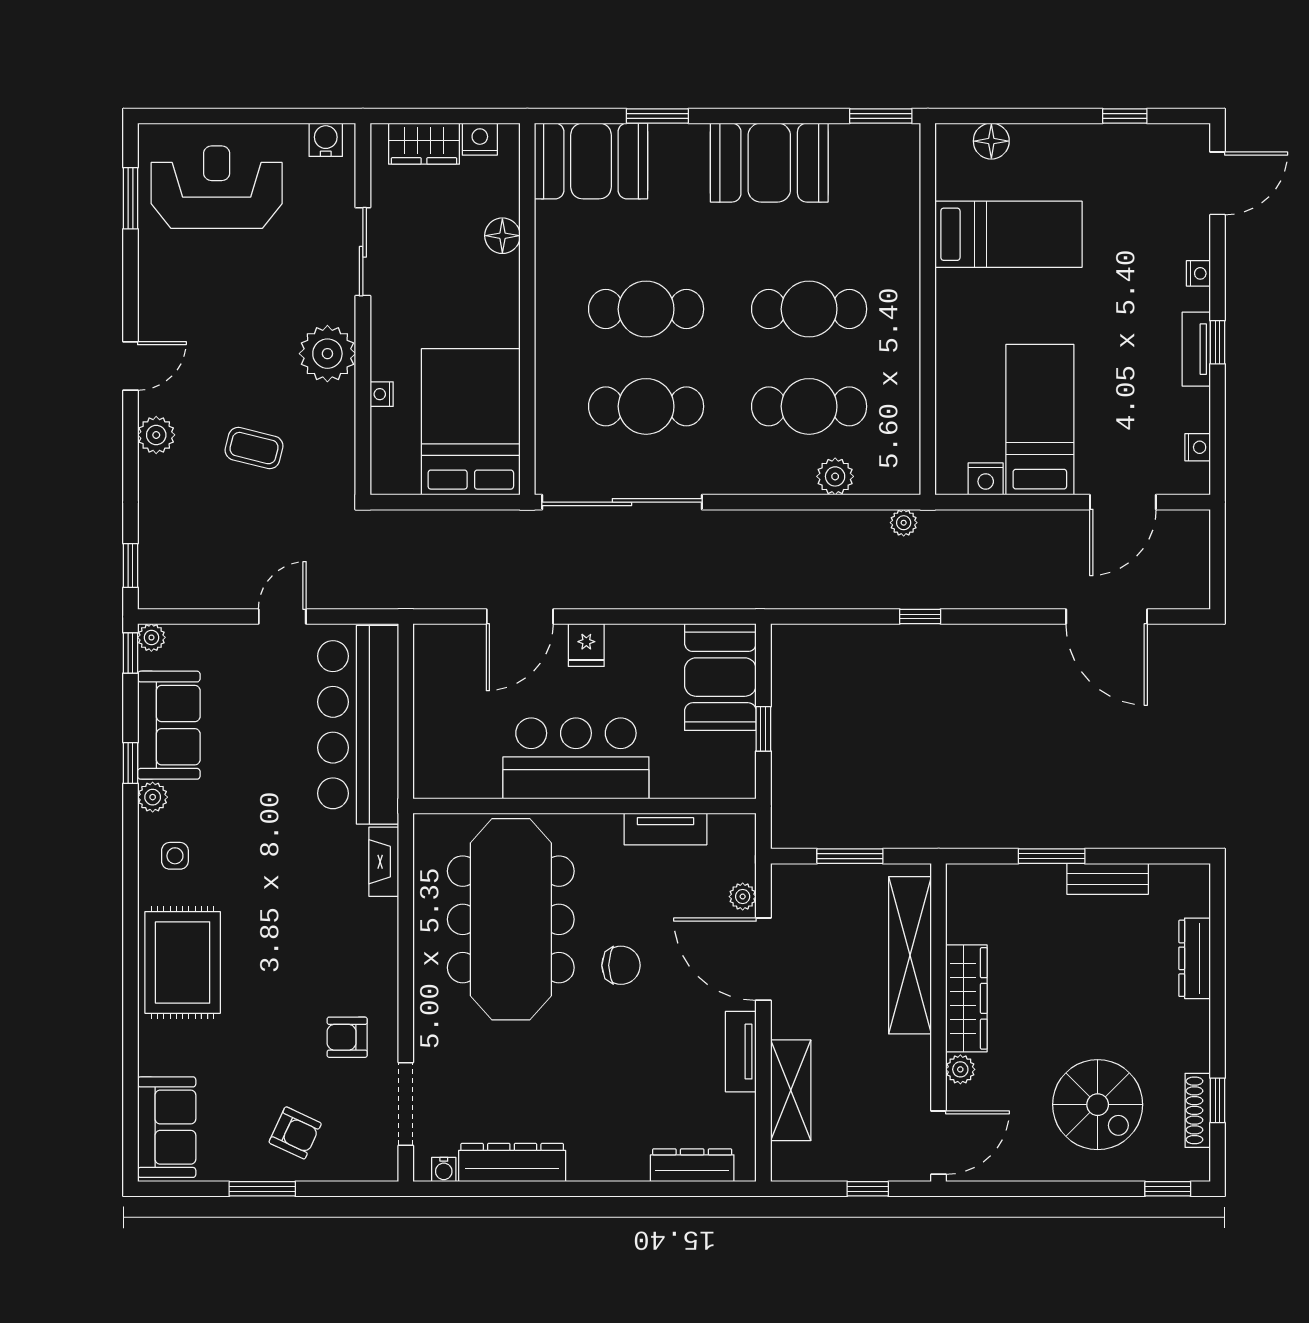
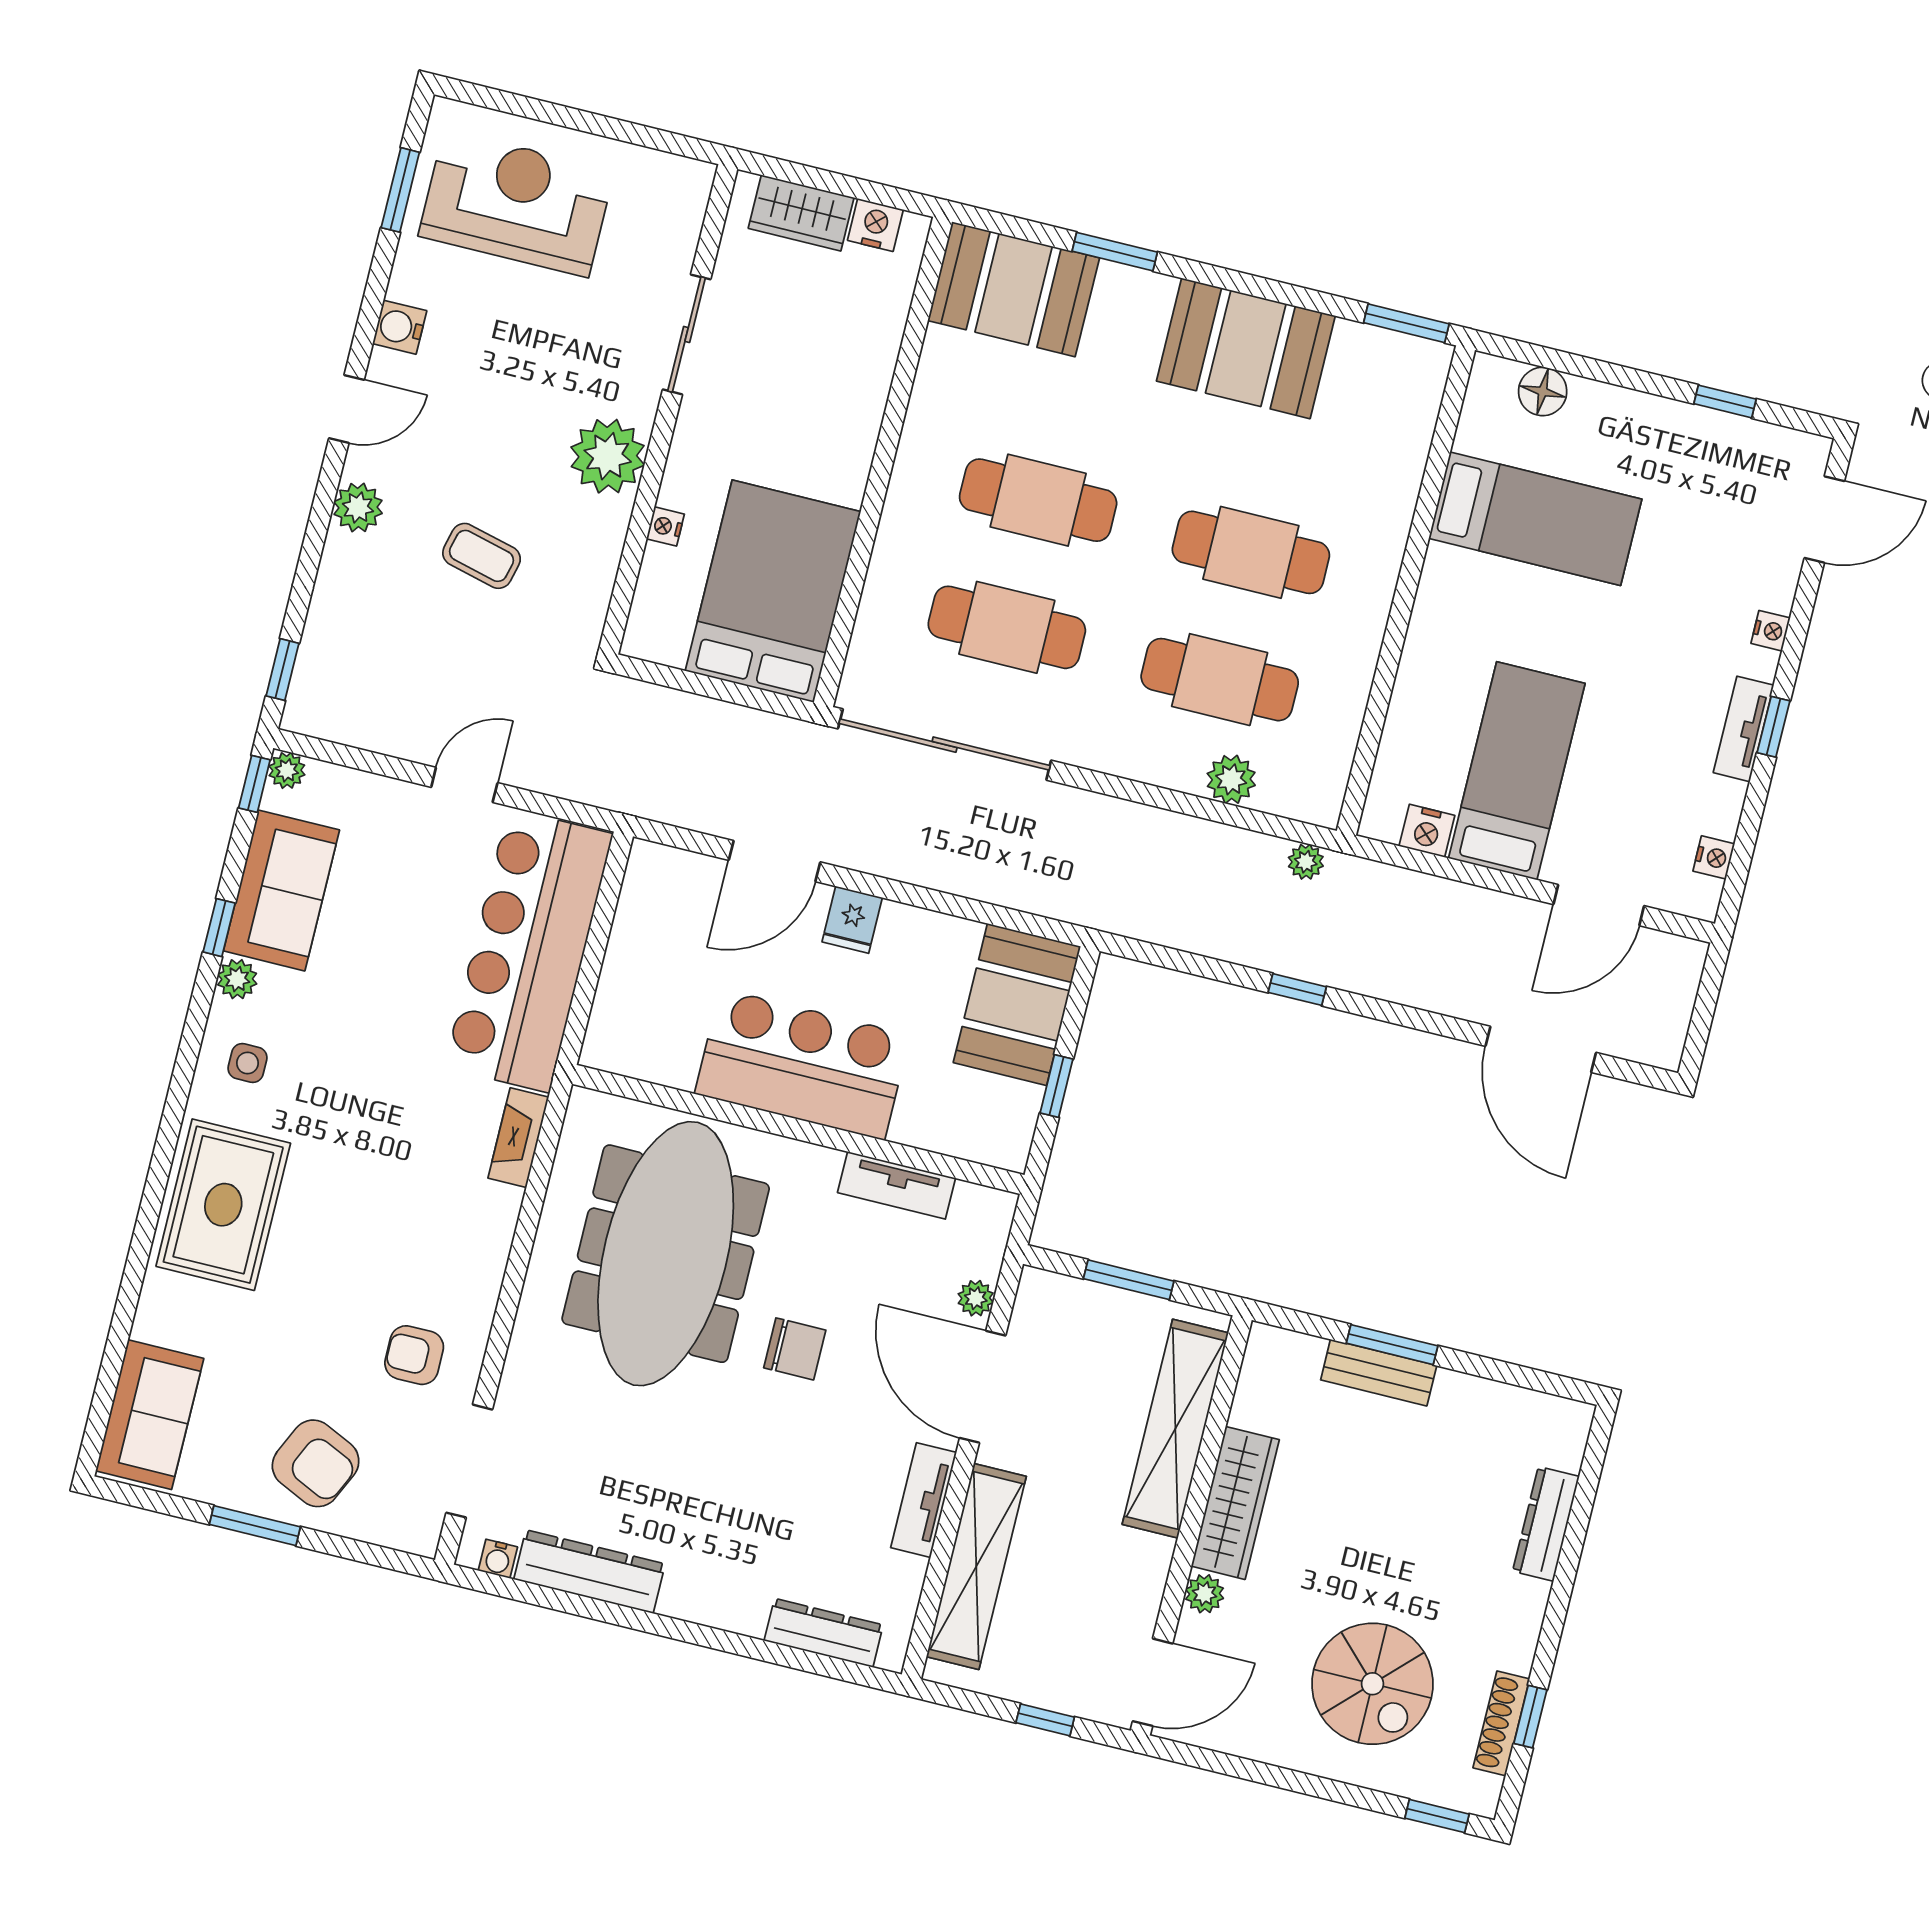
water cooler: (326, 140) -> (400, 327), moved, turned -90
floor lamp: (502, 236) -> (874, 358), removed
bench: (1108, 879) -> (1379, 1373), moved
shelving: (791, 1090) -> (976, 1567), width x1.47
armchair: (295, 1133) -> (316, 1463), width x1.38, depth x1.38

